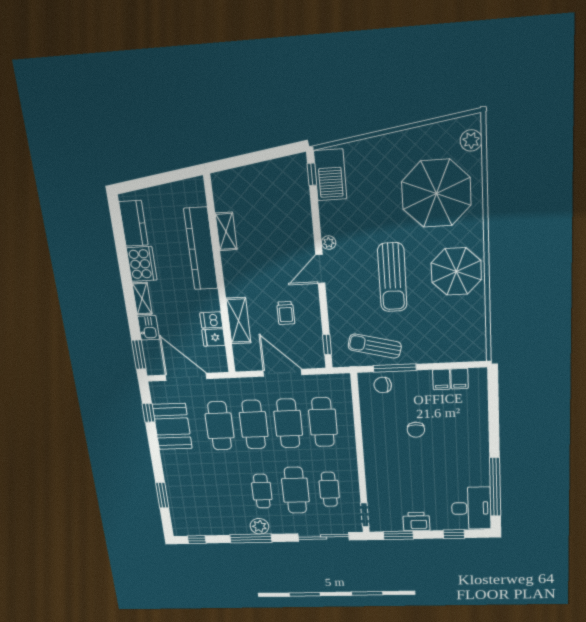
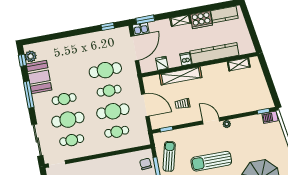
barbecue: (330, 175) -> (270, 117), width x0.53, depth x0.65
shelving: (226, 231) -> (239, 64), moved
dishwasher: (211, 320) -> (186, 59), moved
shelving: (239, 321) -> (181, 76), width x1.47
kitchen sink: (149, 328) -> (141, 29), moved
door: (282, 373) -> (145, 105), hinge flipped
cafe table: (323, 422) -> (117, 132), width x0.73, depth x0.74
cafe table: (254, 425) -> (109, 91), width x0.73, depth x0.74
booth: (172, 426) -> (39, 77), moved, turned 90
window: (162, 495) -> (52, 37), removed
plant: (259, 526) -> (31, 56), moved

